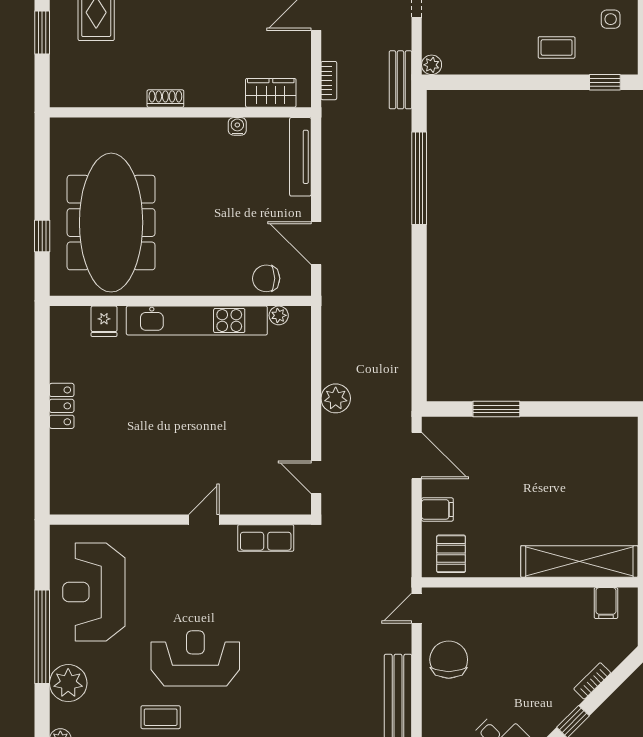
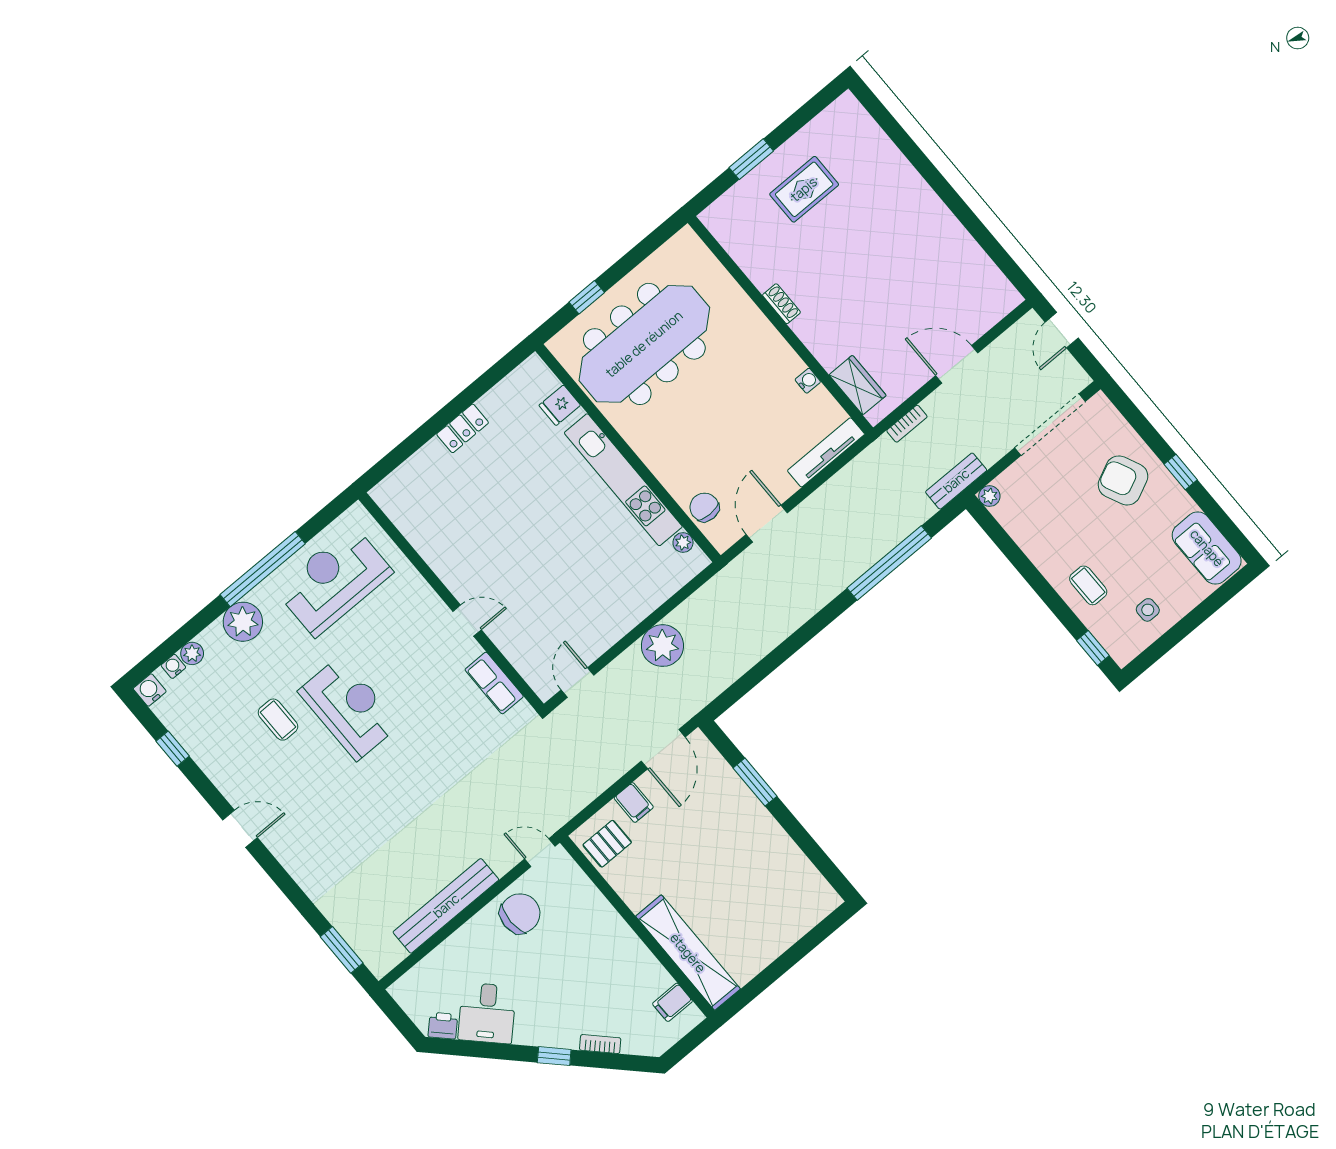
plant: (336, 398) -> (662, 646), width x1.36, depth x1.36

